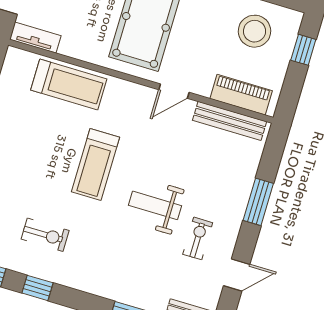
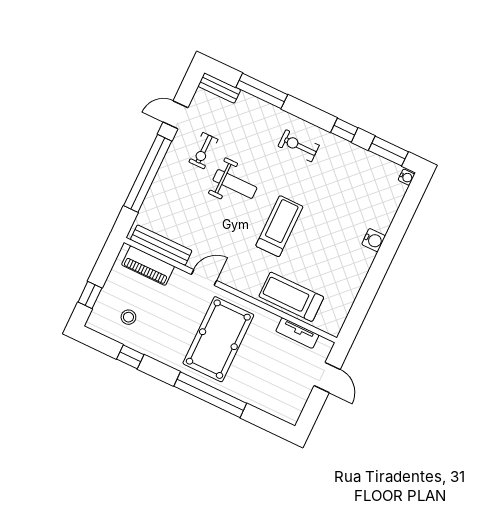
stool: (255, 31) -> (128, 317), width x0.53, depth x0.53
tv unit: (35, 38) -> (297, 333), moved
window: (258, 202) -> (148, 173), width x2.11
exercise bike: (45, 235) -> (299, 146), moved

